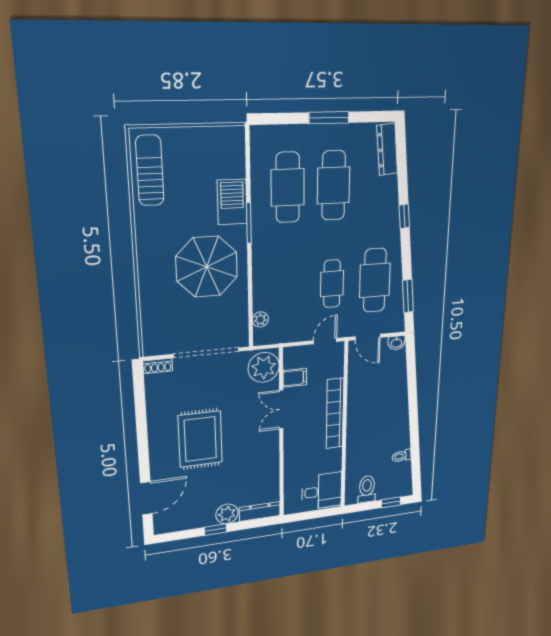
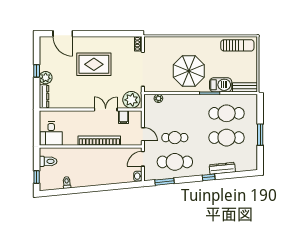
dresser: (387, 149) -> (222, 168), moved
bench: (236, 152) -> (245, 87), added

